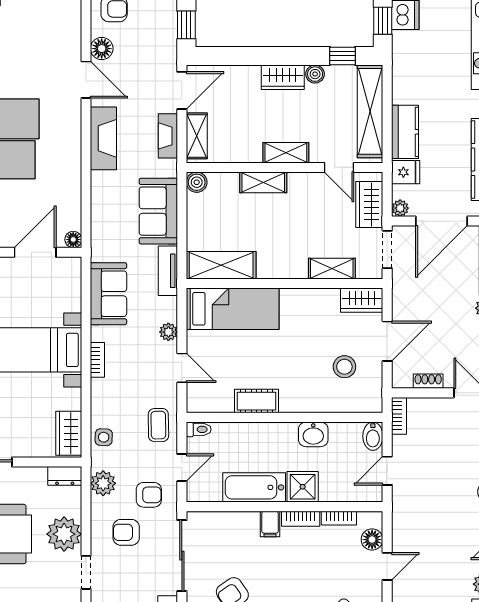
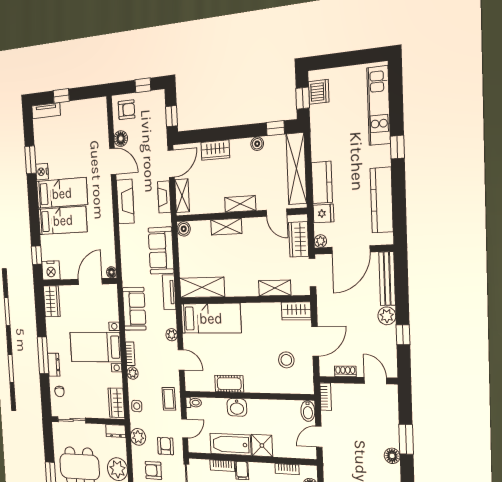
wardrobe: (283, 77) -> (215, 150), moved
plant: (100, 388) -> (133, 373), added
washbasin: (313, 434) -> (237, 407), moved
armchair: (149, 495) -> (166, 446), turned -90
bookcase: (301, 519) -> (222, 466), moved

